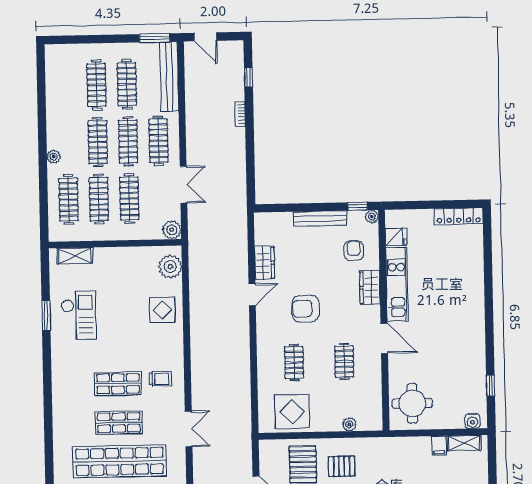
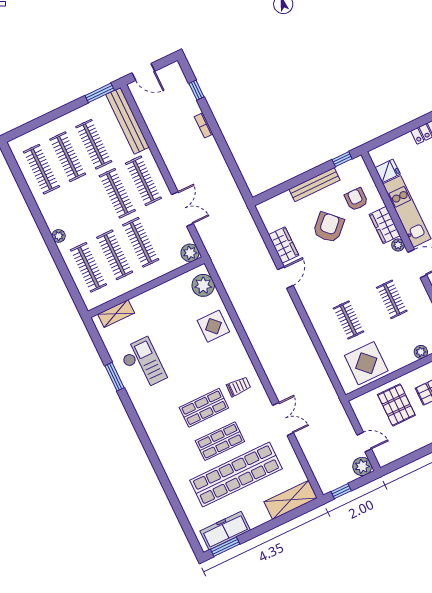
clothes rail: (98, 142) -> (41, 169), moved
plant: (372, 217) -> (398, 245), moved
armchair: (306, 309) -> (329, 227), moved, turned 135

